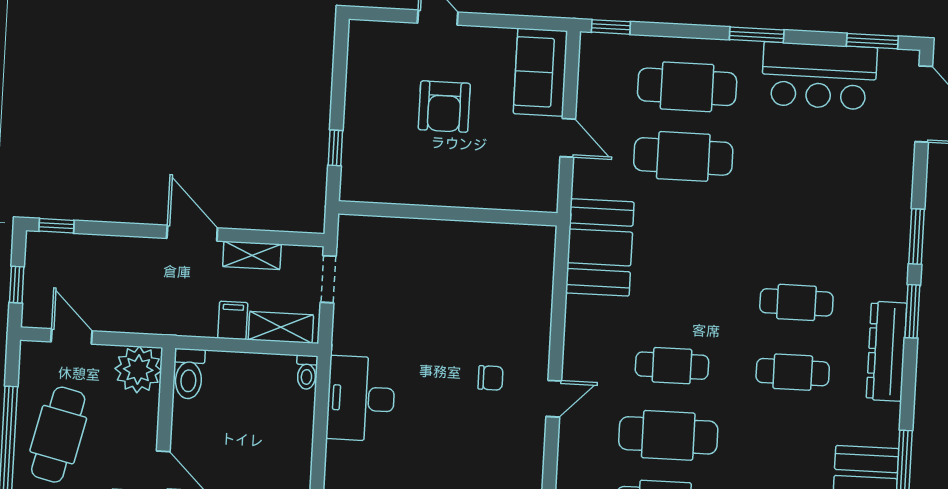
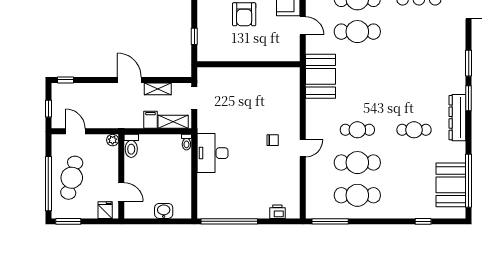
cafe table: (796, 302) -> (414, 97), removed
plant: (138, 370) -> (113, 140), width x0.53, depth x0.53

